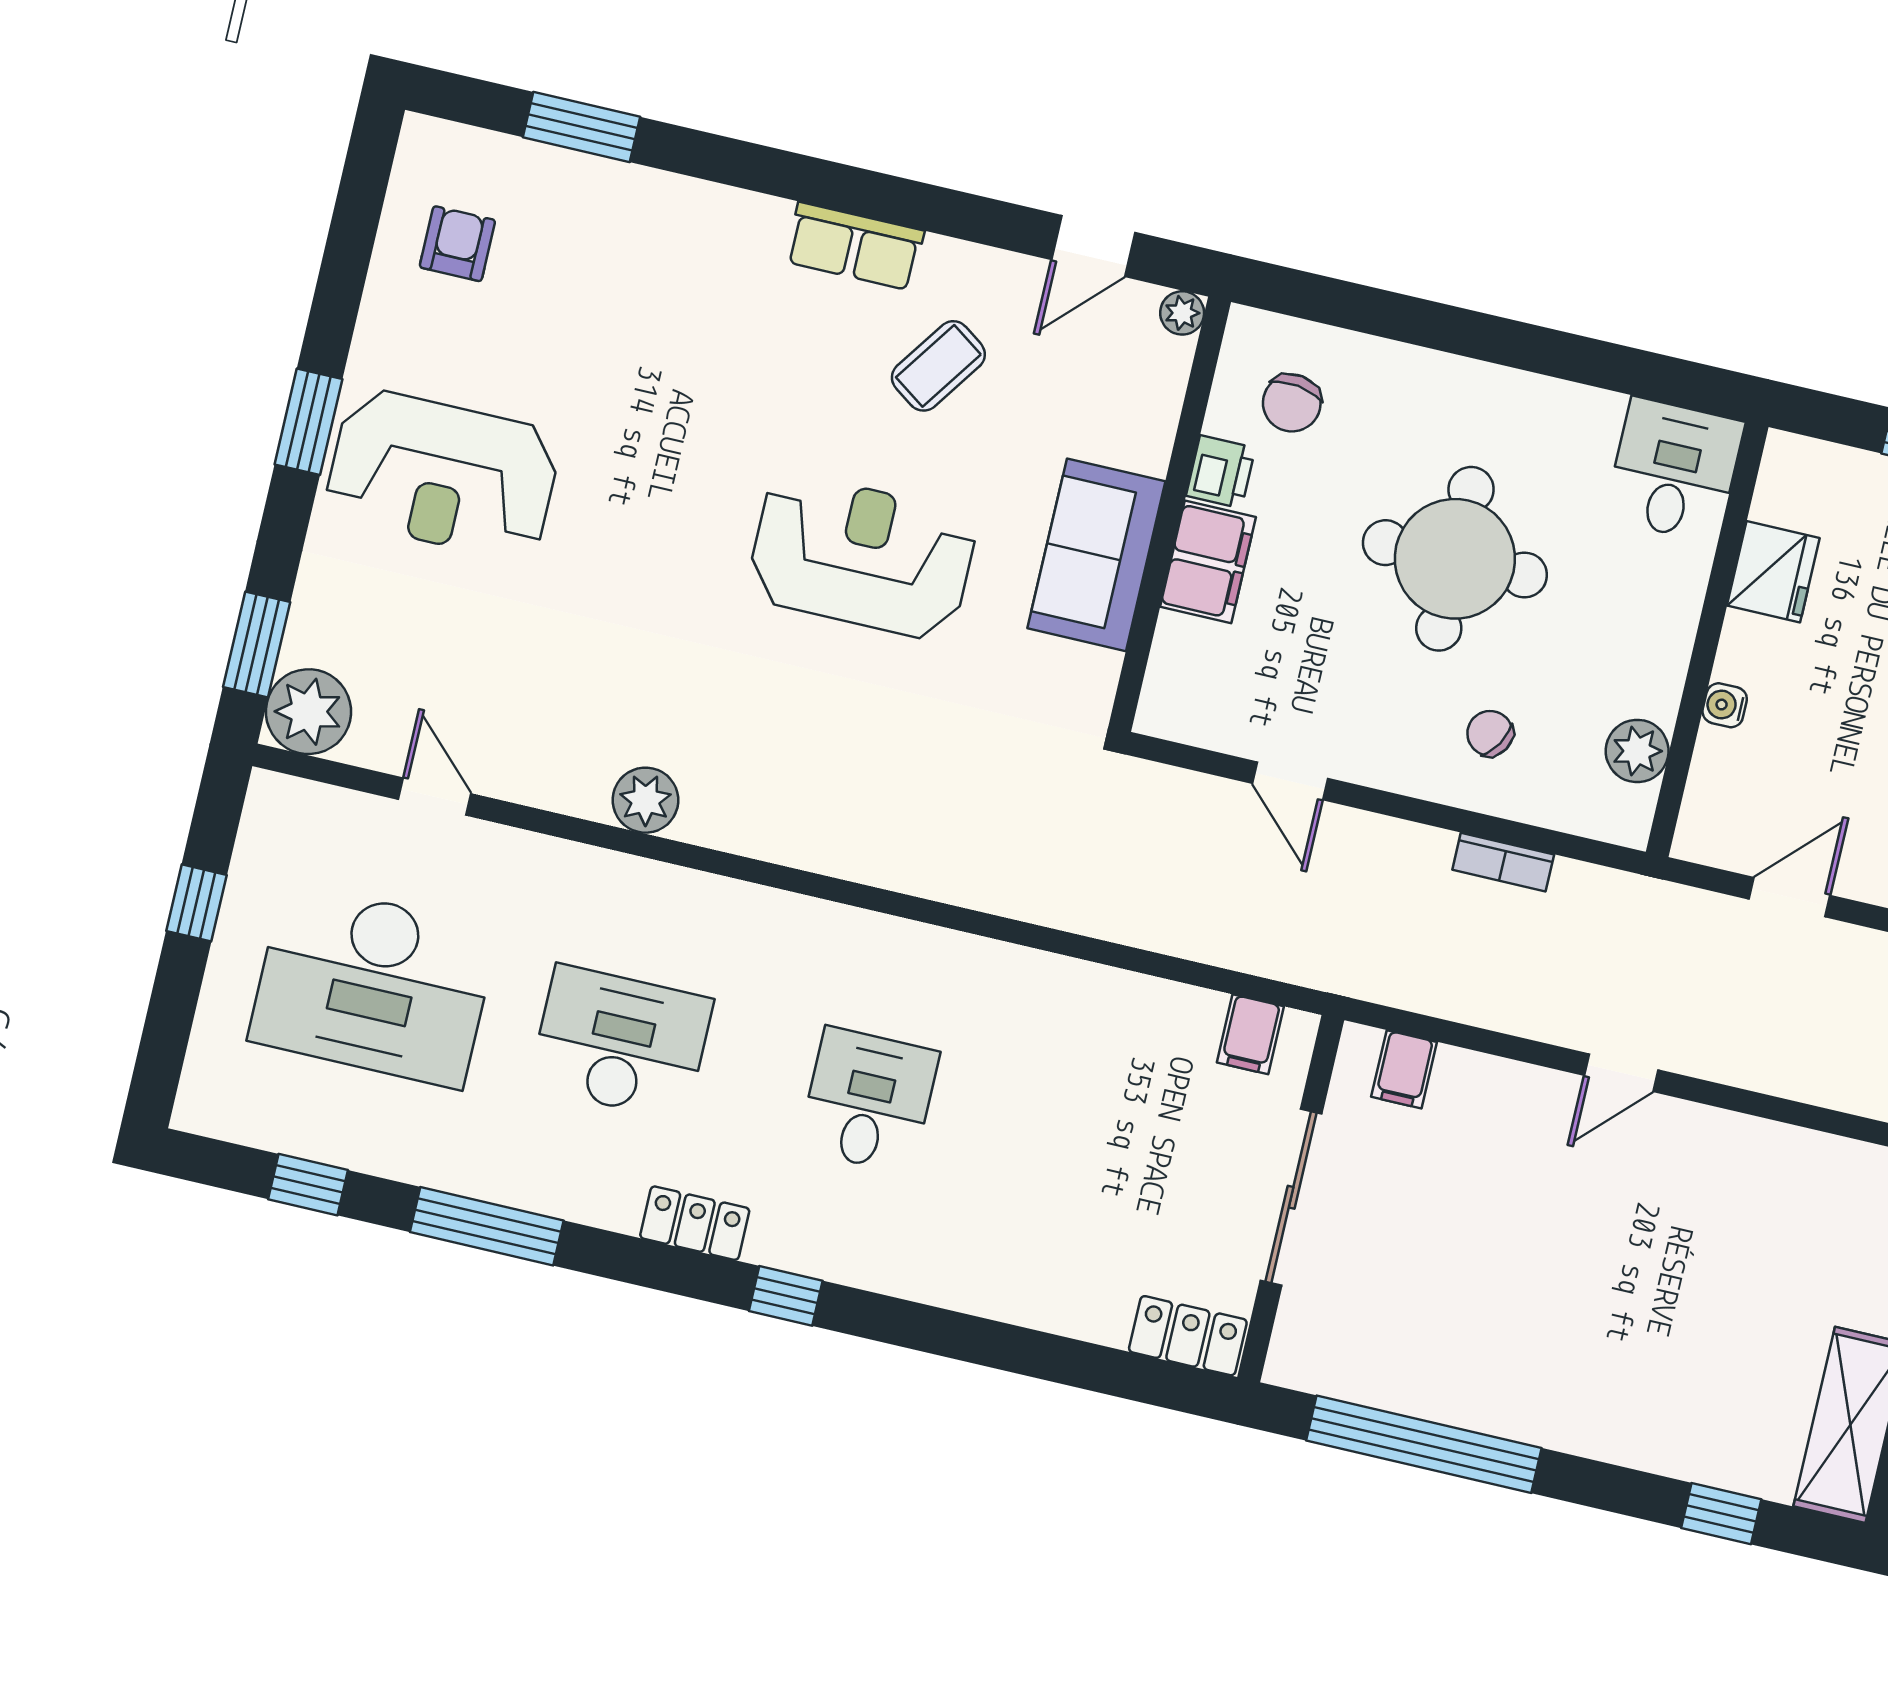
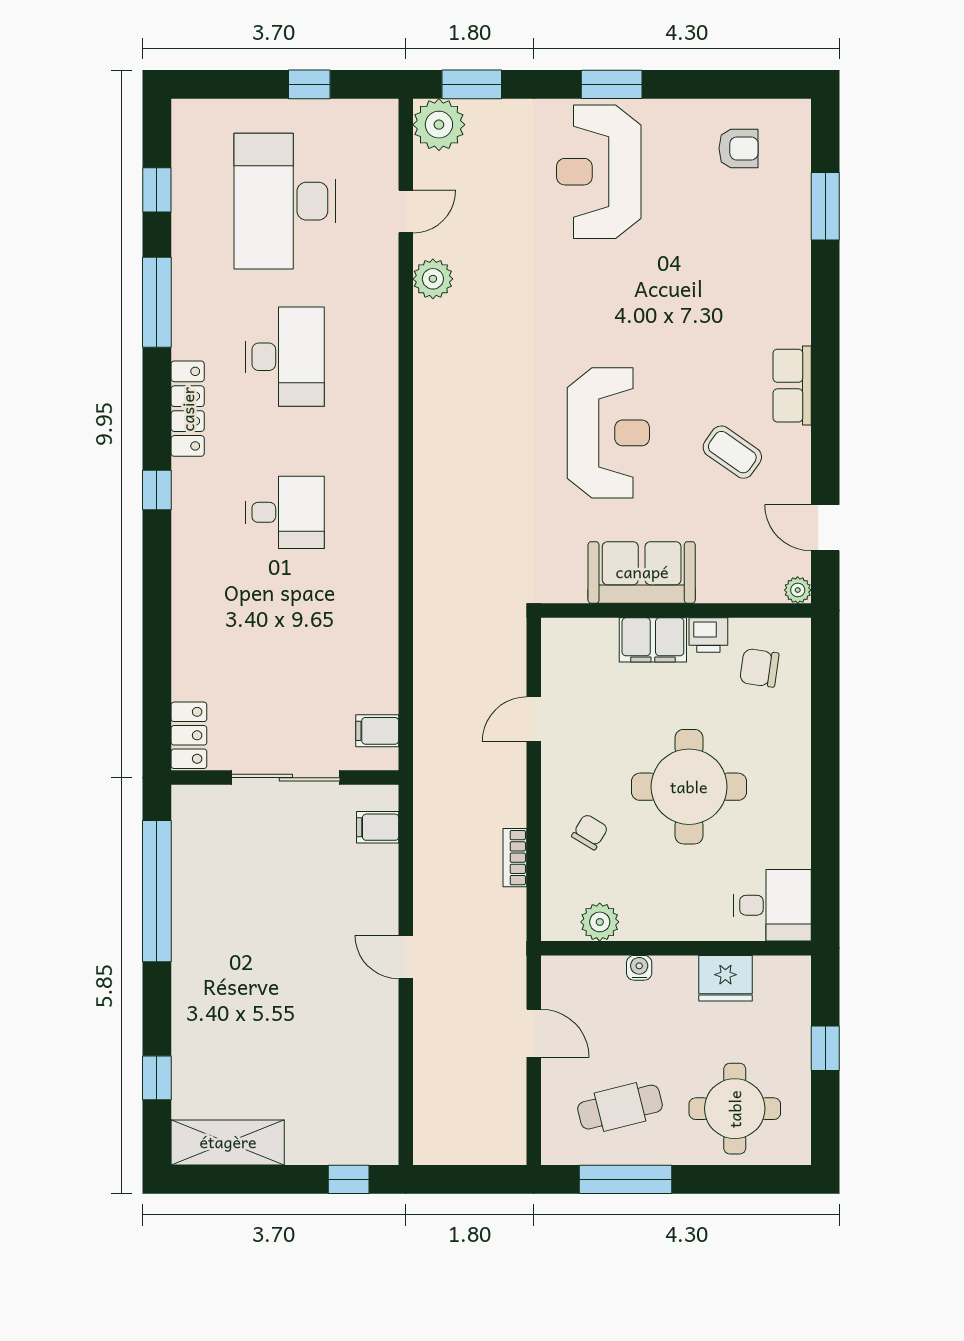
plant: (645, 800) -> (433, 279), moved
locker: (695, 1223) -> (188, 409), width x1.53

